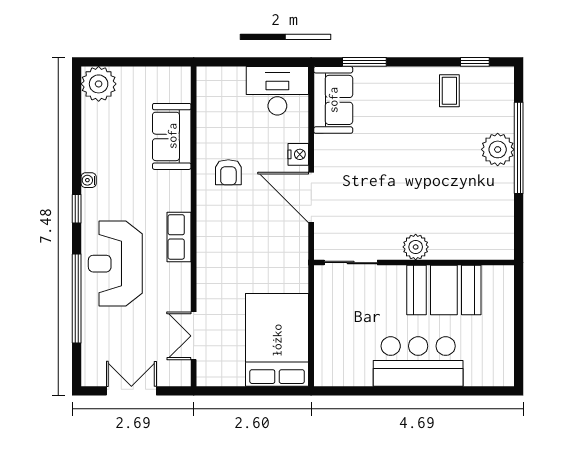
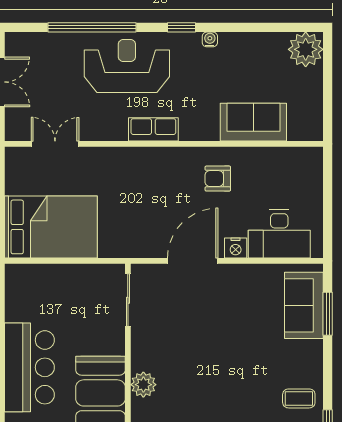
desk: (277, 91) -> (279, 234), moved, turned 90
sofa: (333, 100) -> (304, 305), moved, turned 90
plant: (416, 247) -> (143, 385), moved

